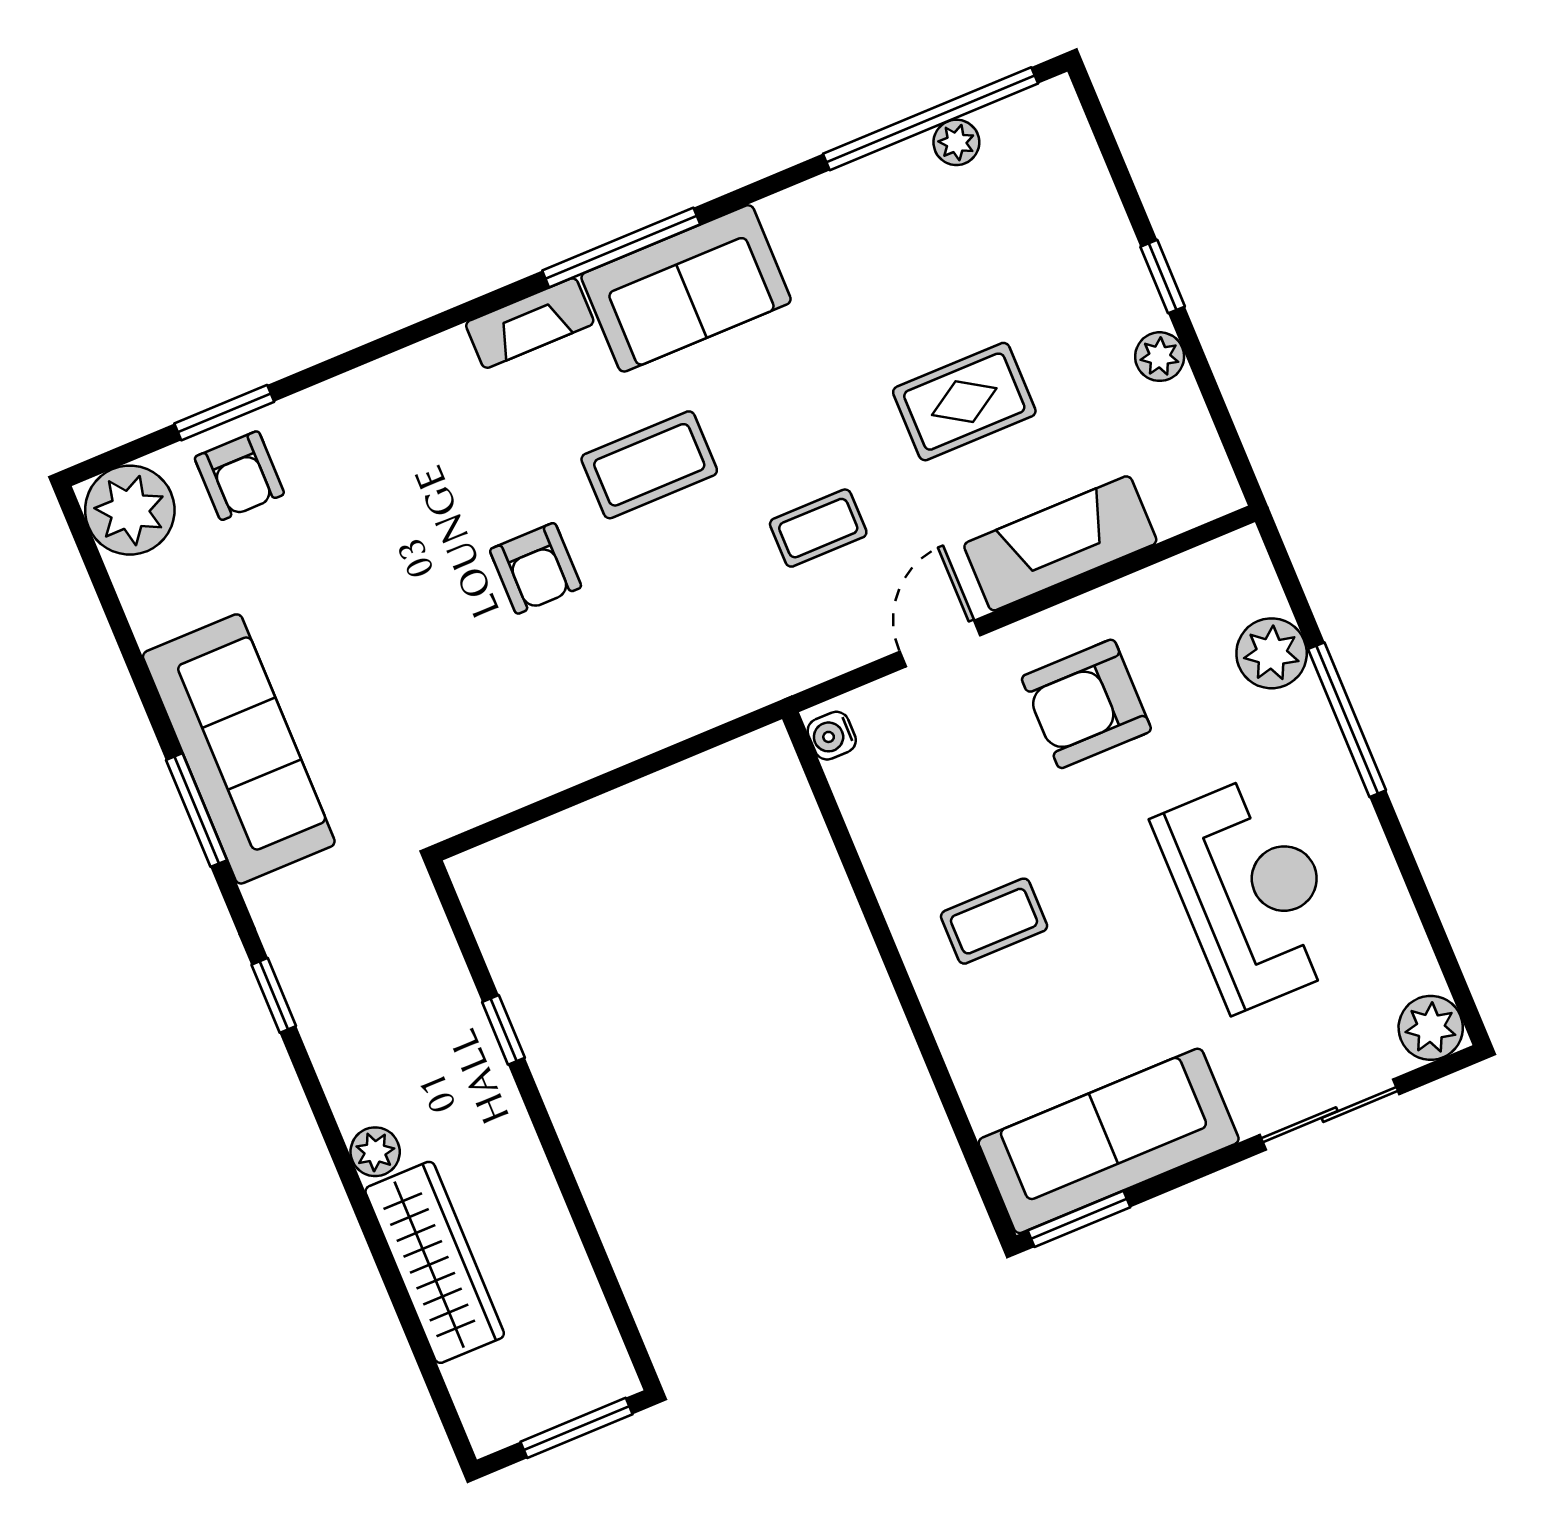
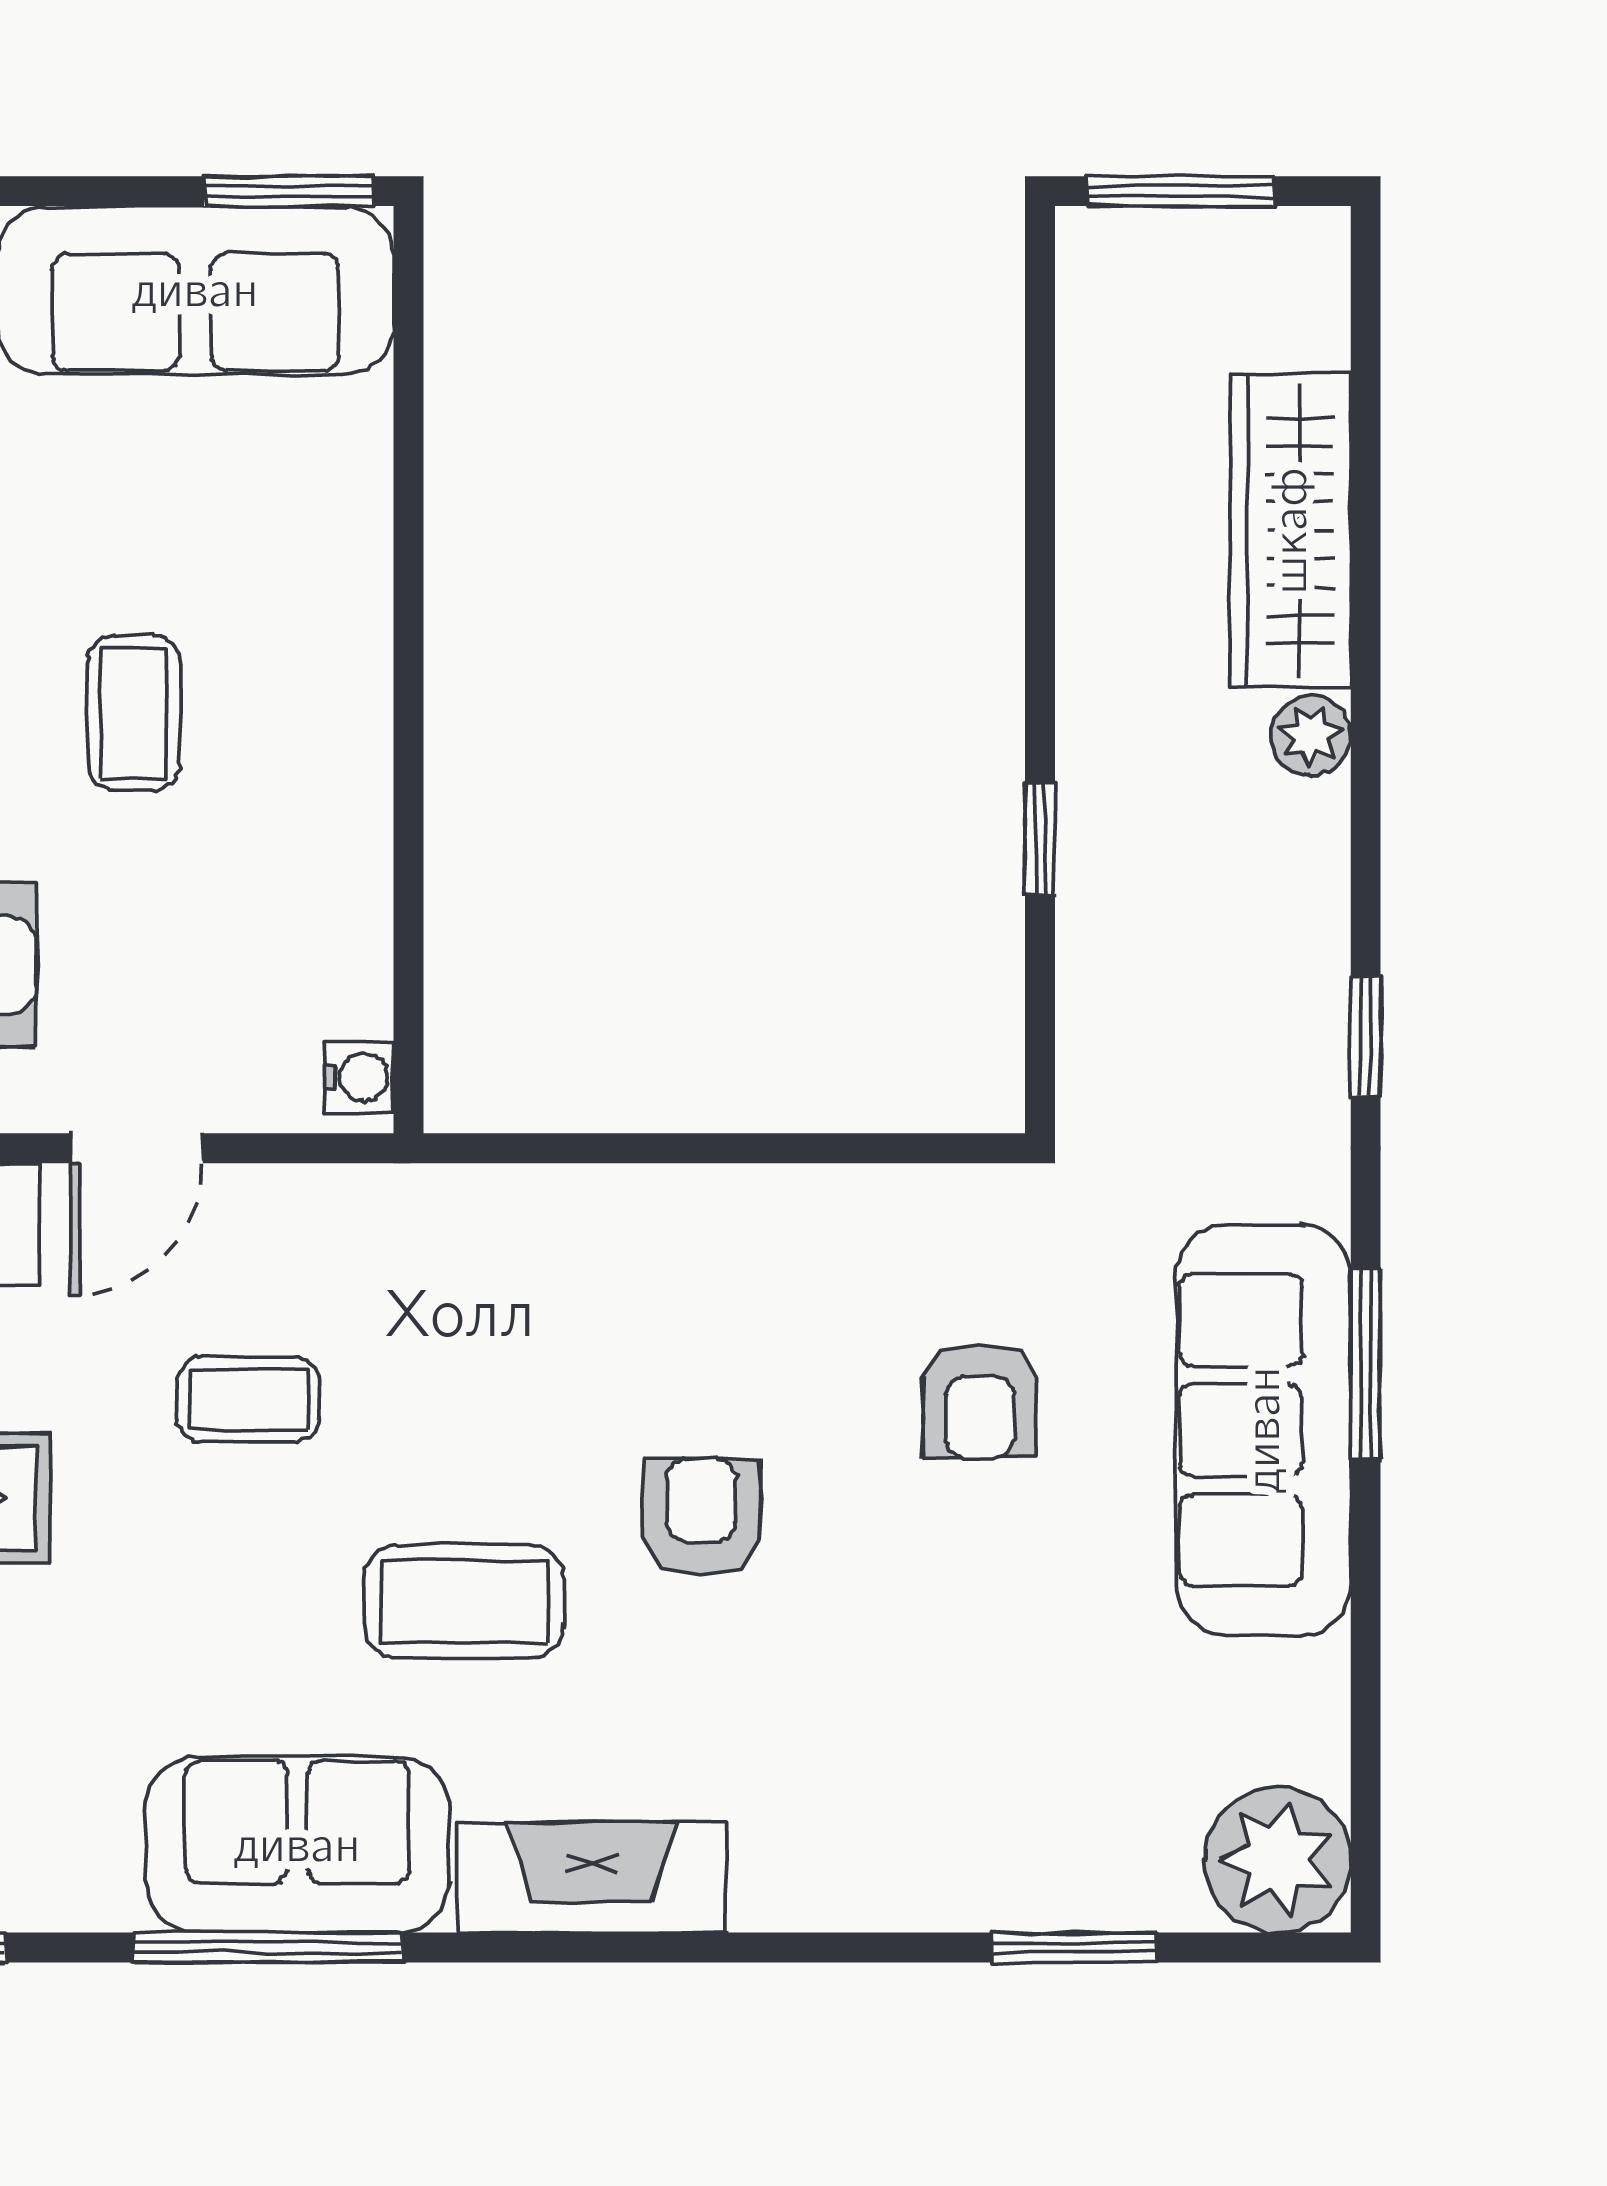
window: (621, 247) -> (268, 1948), moved
fireplace: (530, 323) -> (592, 1877), width x1.37, depth x1.32
armchair: (239, 476) -> (980, 1401), moved, turned 180
coffee table: (994, 921) -> (134, 713), moved, turned 90

